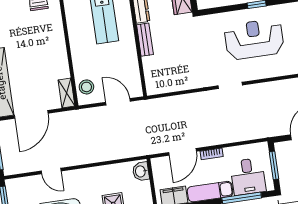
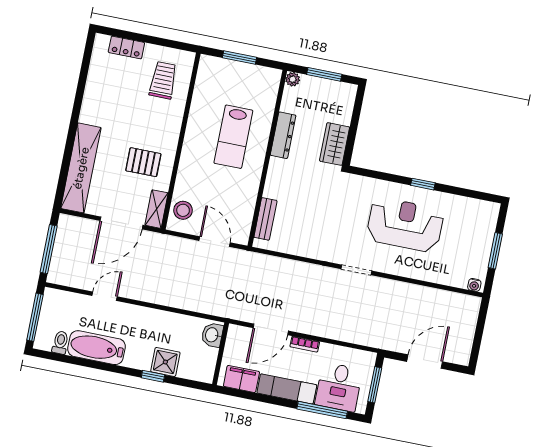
bench: (145, 40) -> (265, 219), moved
pallet: (44, 62) -> (143, 162), added
door: (31, 114) -> (121, 223), moved
door: (51, 171) -> (105, 296), swing flipped

